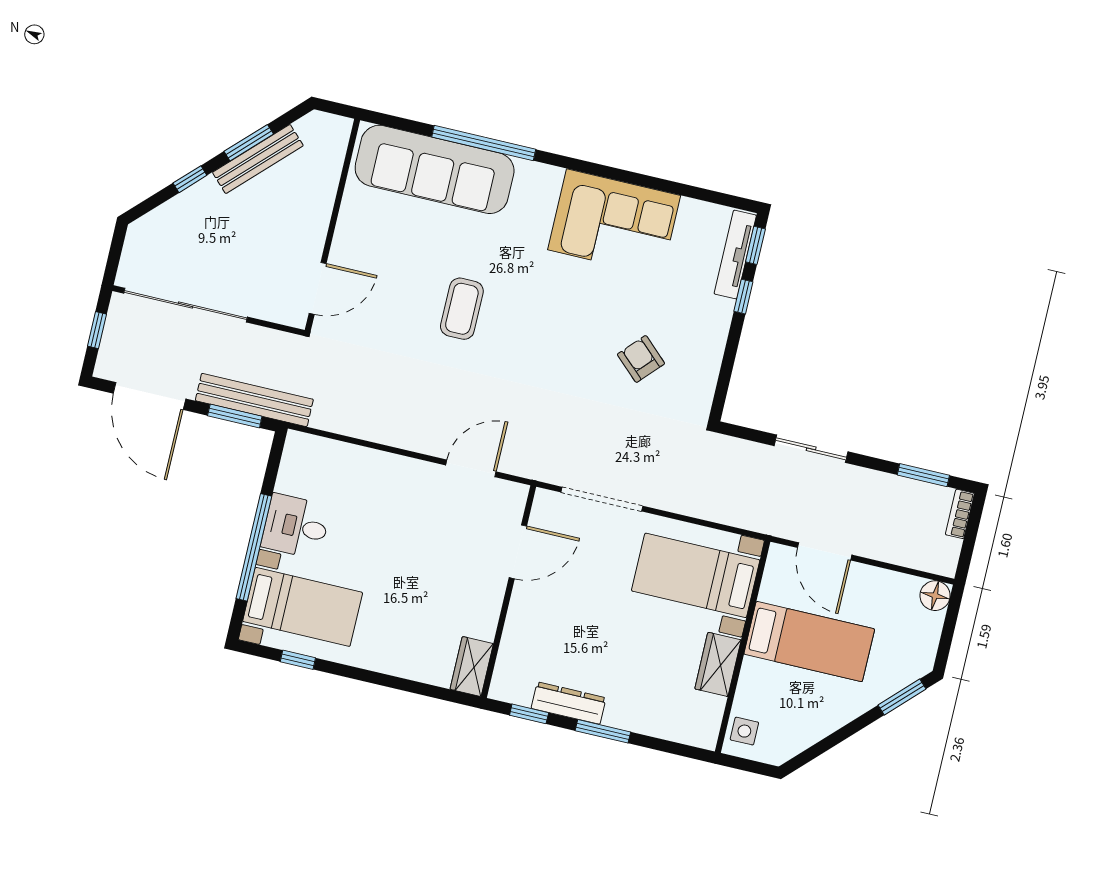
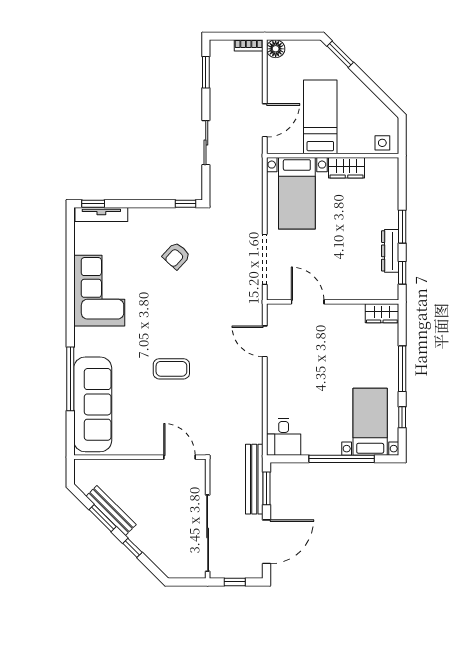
window: (743, 297) -> (185, 204), moved
bookcase: (960, 514) -> (249, 45), moved
desk: (296, 526) -> (284, 437), moved
window: (375, 678) -> (402, 369), added

